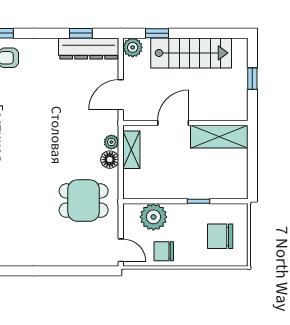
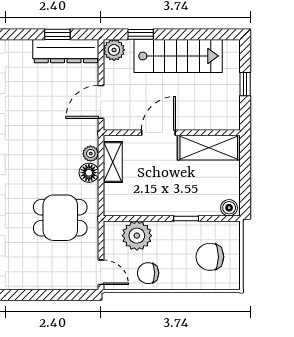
boiler: (238, 191) -> (229, 208), added

